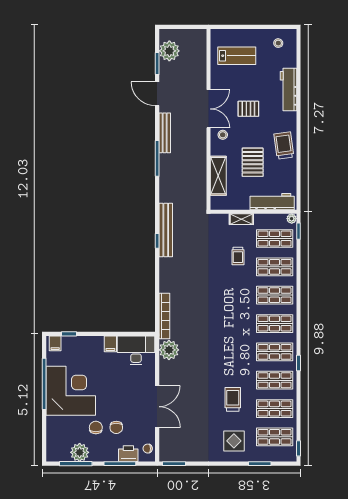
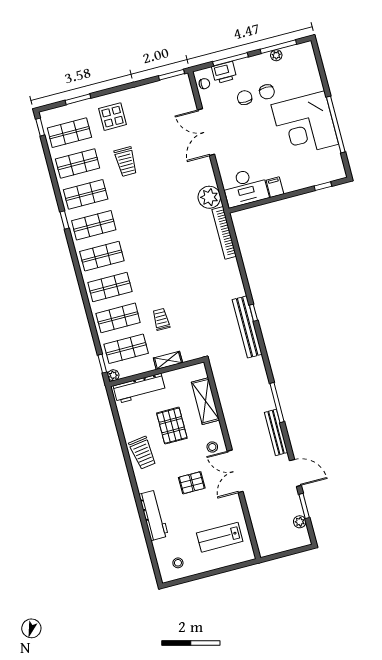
plant: (169, 51) -> (300, 522), width x0.53, depth x0.53
filing cabinet: (55, 343) -> (335, 172), removed
plant: (80, 452) -> (276, 55), width x0.53, depth x0.53

